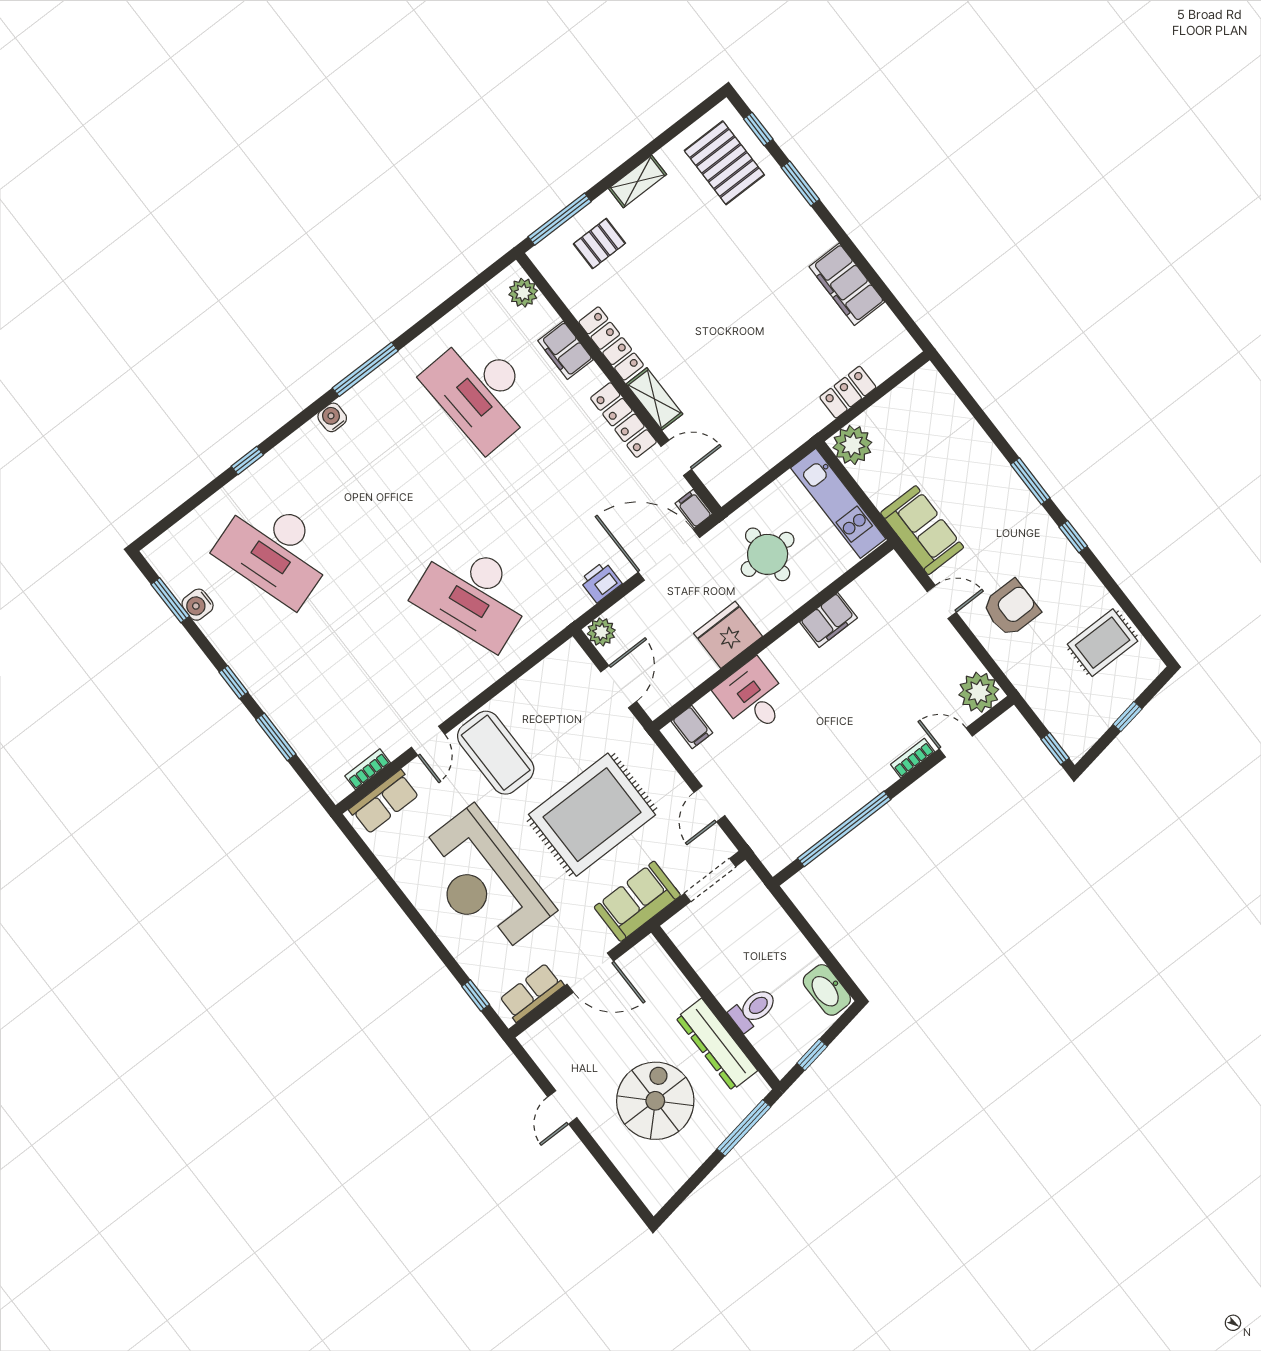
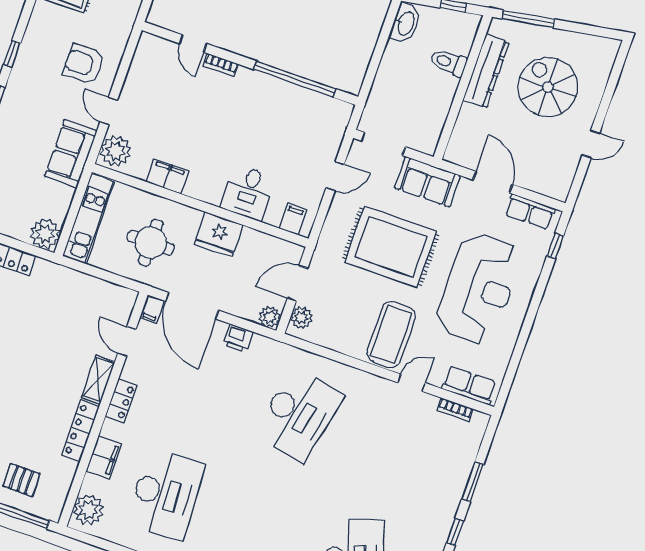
plant: (523, 293) -> (88, 510), width x1.36, depth x1.36
locker: (623, 420) -> (121, 401), width x0.66
desk: (474, 594) -> (299, 415), turned 33
plant: (578, 666) -> (302, 318), added
plant: (979, 692) -> (116, 151), moved
spiral stairs: (655, 1101) -> (548, 87), turned 90

